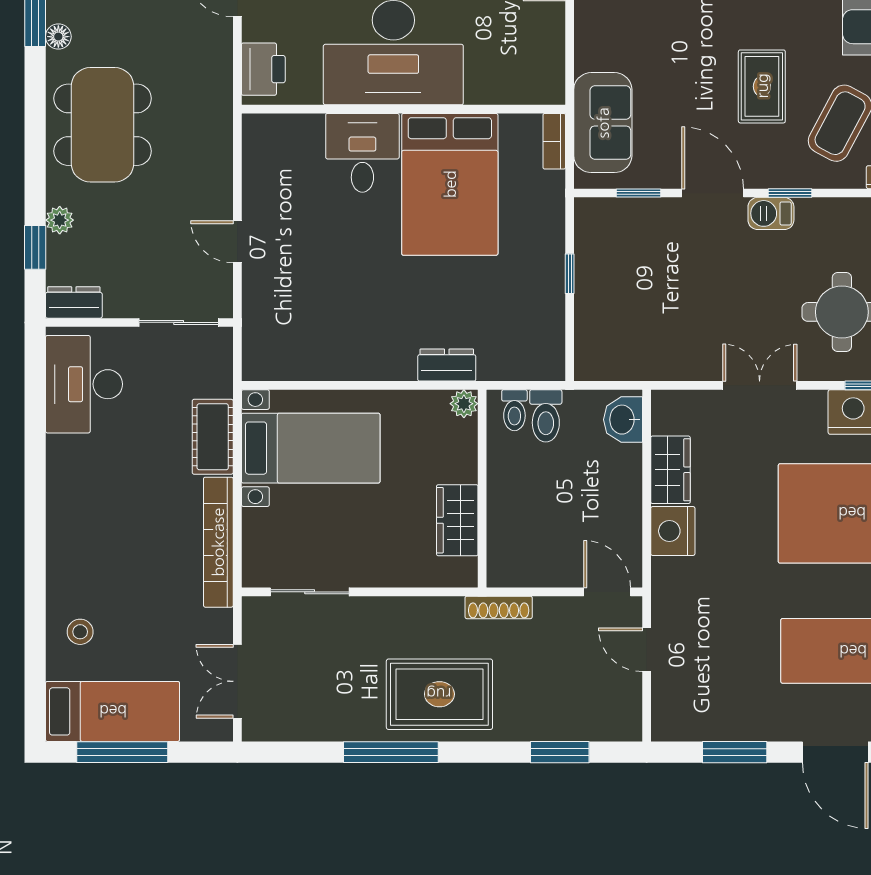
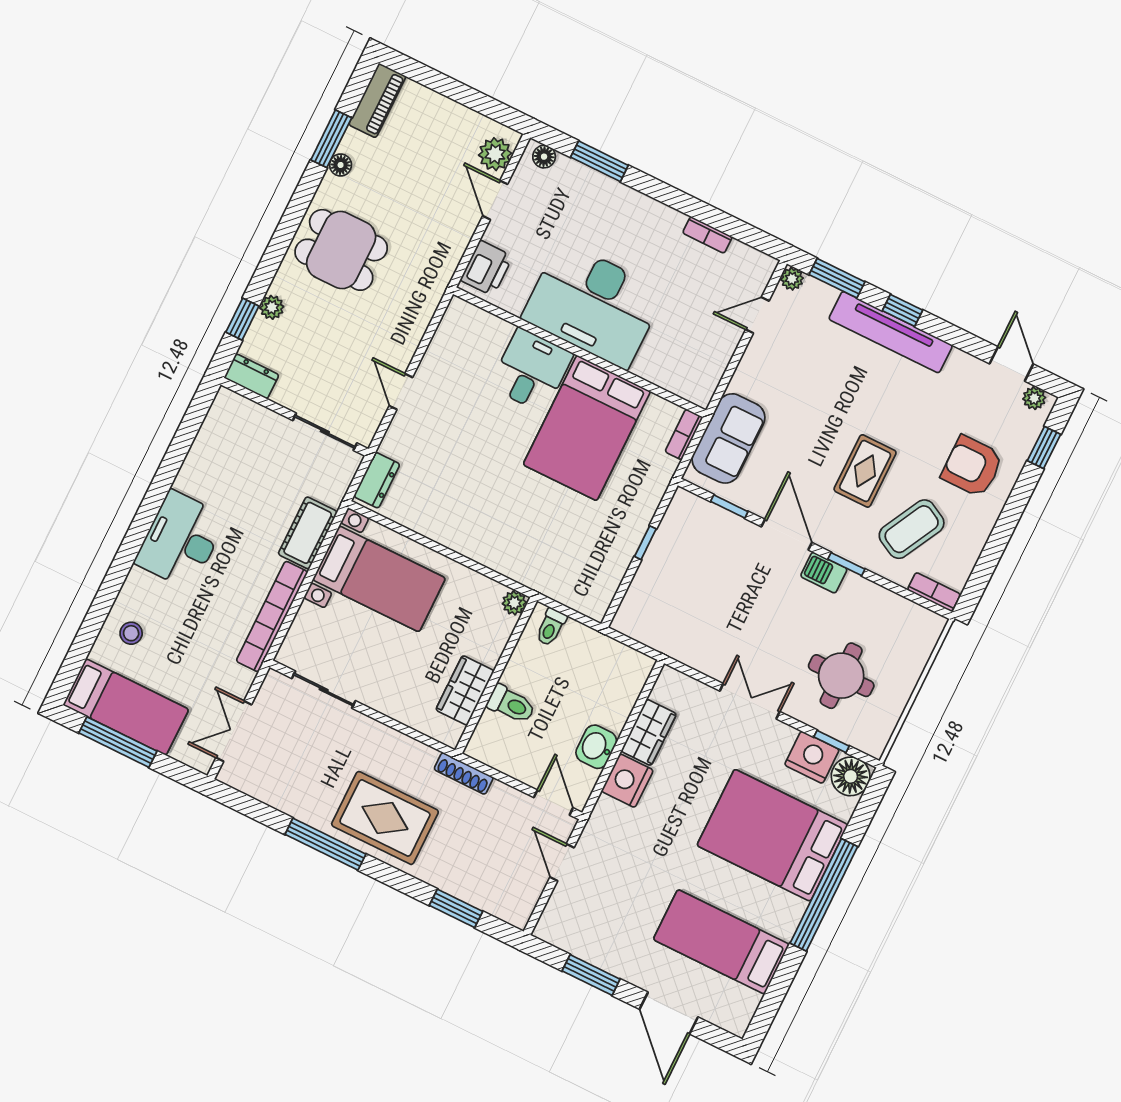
dining table: (103, 125) -> (341, 250), width x0.73
dresser: (447, 365) -> (377, 480), moved, turned 90
desk: (84, 384) -> (181, 540), moved
toilet: (546, 416) -> (511, 704), moved, turned -90
washbasin: (623, 420) -> (596, 747), moved

